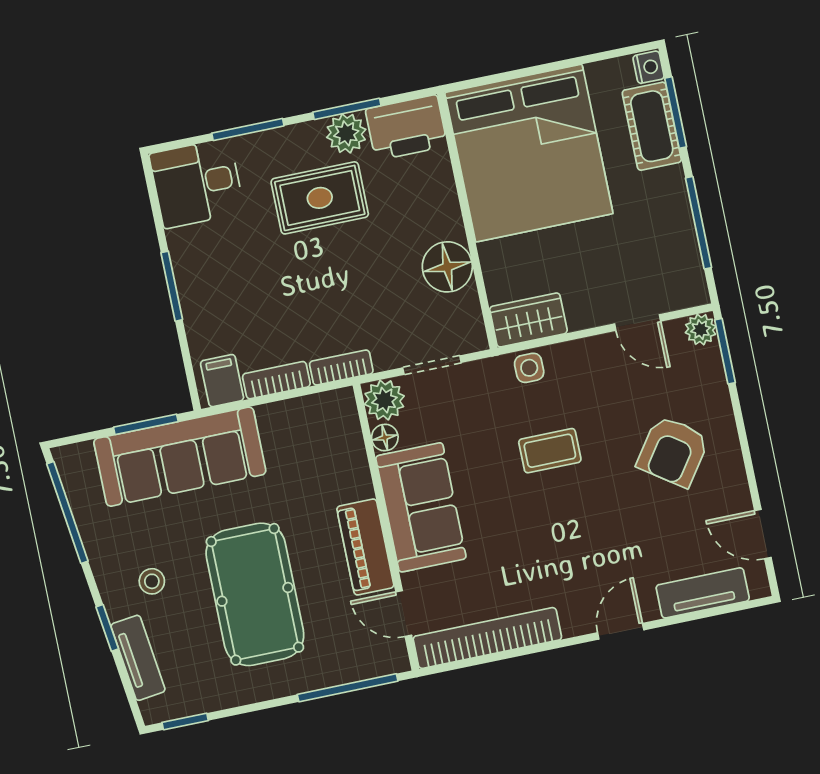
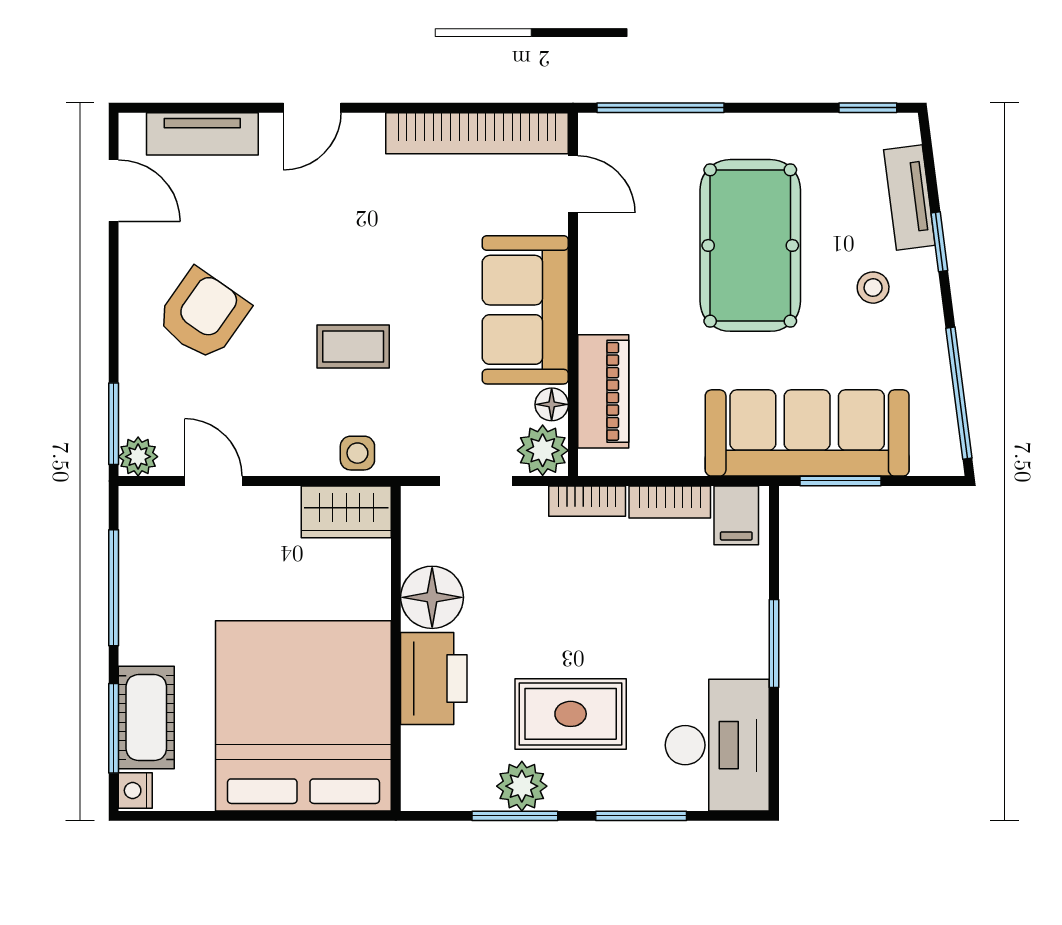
printer: (406, 128) -> (434, 678), moved, turned 90
desk: (197, 183) -> (717, 745), width x1.37
piano: (365, 547) -> (603, 391), moved

